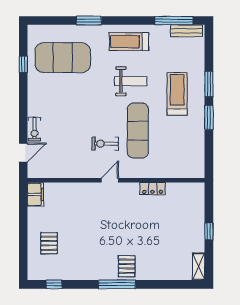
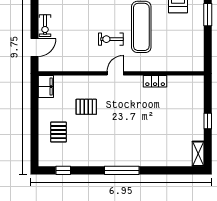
pallet: (127, 266) -> (86, 107), moved, turned 90

